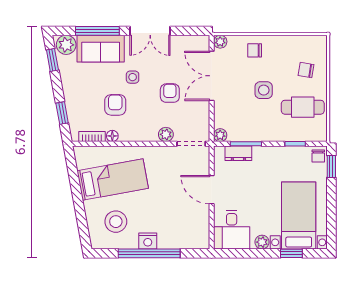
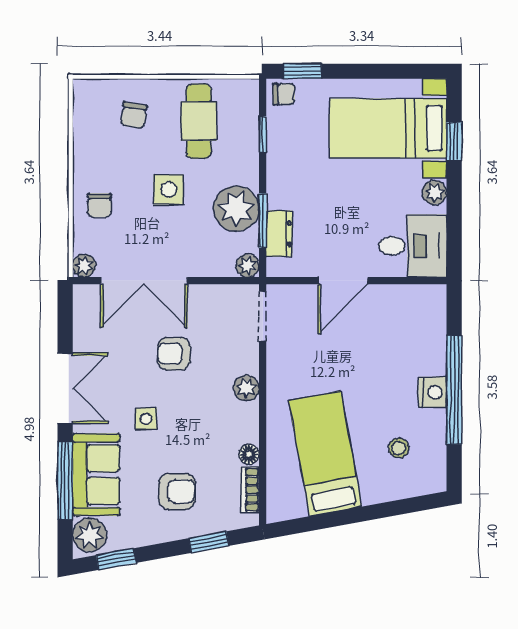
armchair: (115, 105) -> (177, 491), moved, turned 180
plant: (253, 129) -> (236, 209), added
plant: (166, 134) -> (246, 388), moved
stool: (116, 222) -> (399, 448), width x0.53, depth x0.53

